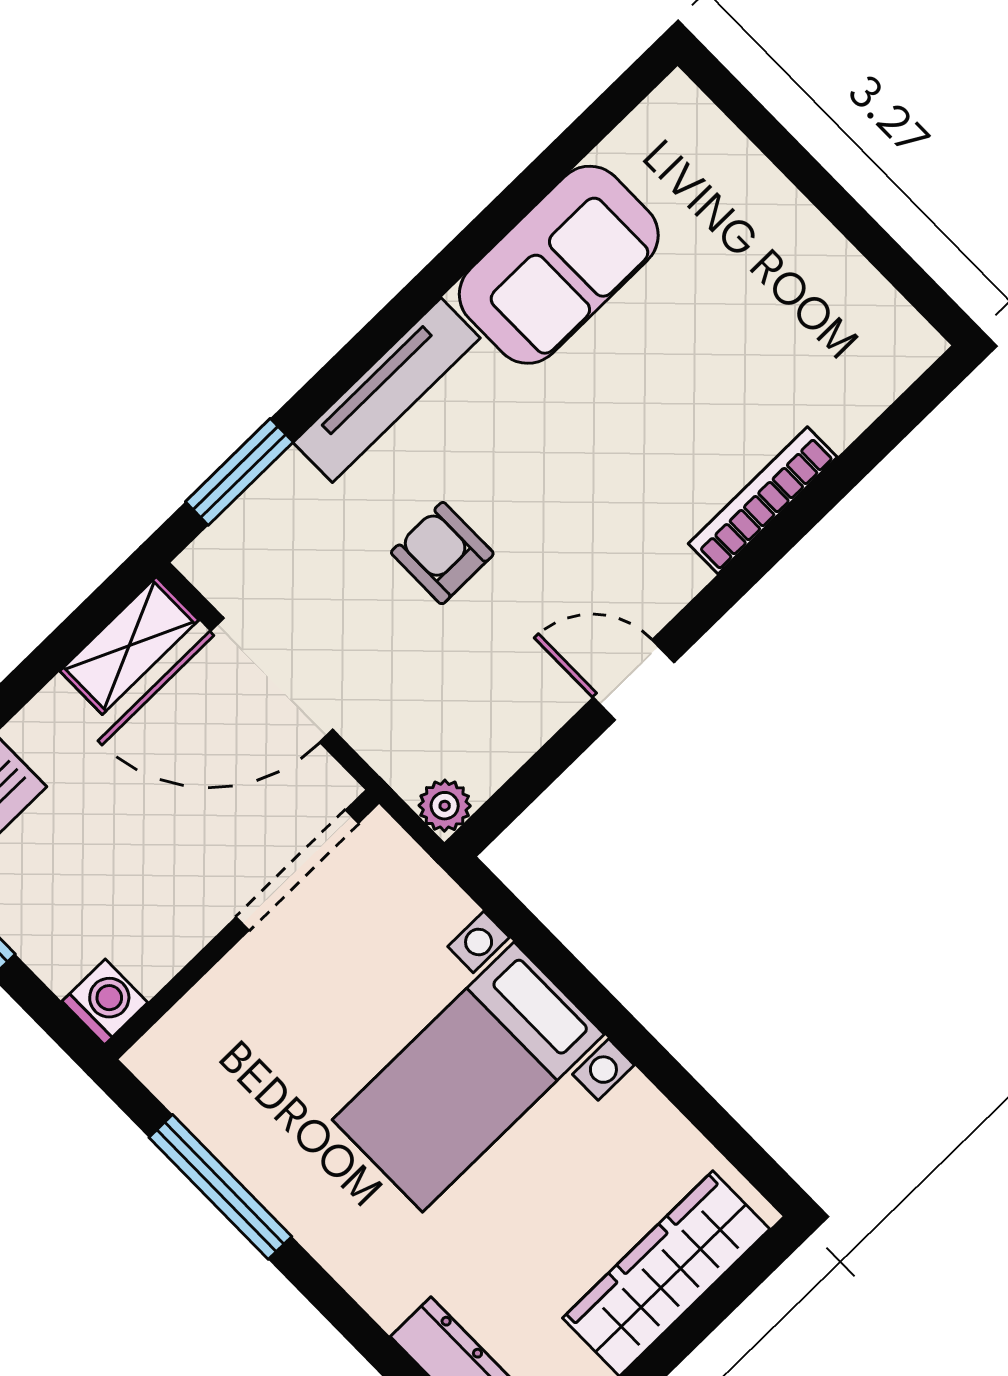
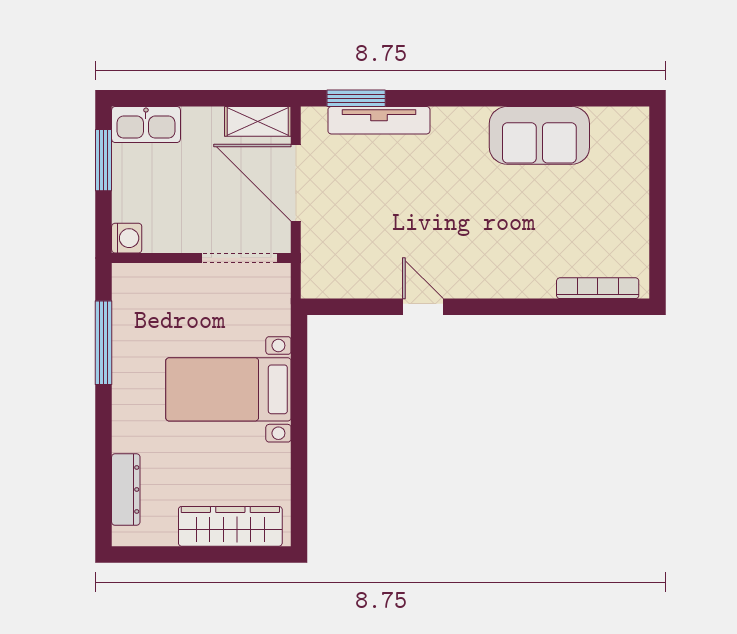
tv unit: (387, 390) -> (379, 120), moved
bookcase: (763, 500) -> (598, 288), moved
armchair: (442, 553) -> (399, 197), removed
plant: (445, 806) -> (313, 286), removed

